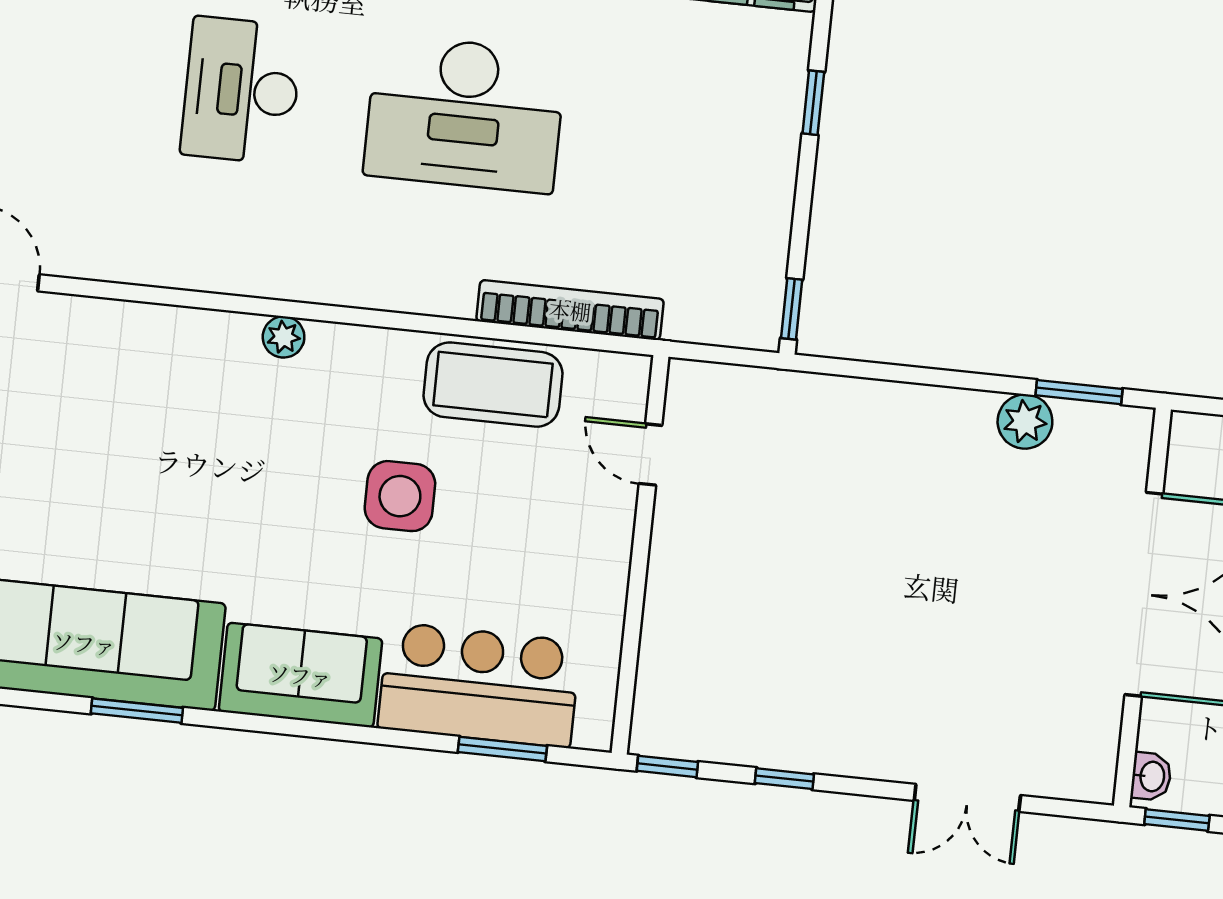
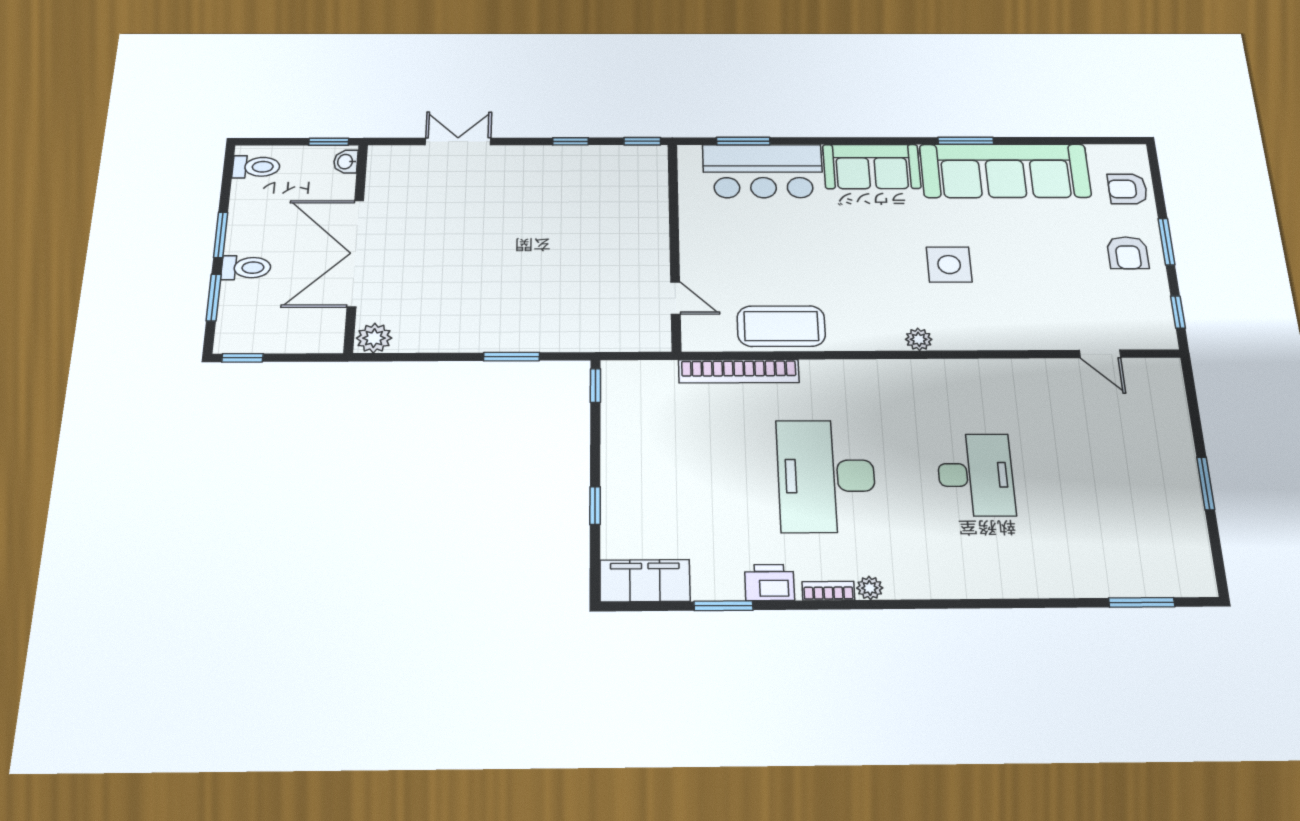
desk: (465, 114) -> (826, 476), turned -90
window: (1079, 392) -> (512, 357), moved
plant: (1025, 422) -> (374, 338), moved
side table: (400, 496) -> (949, 265), moved

